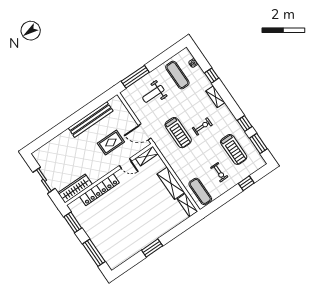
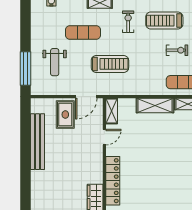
exercise mat: (177, 75) -> (83, 32), moved
exercise bike: (202, 127) -> (128, 22), moved
rug: (111, 143) -> (65, 115), moved
treadmill: (234, 149) -> (164, 21), turned 180

